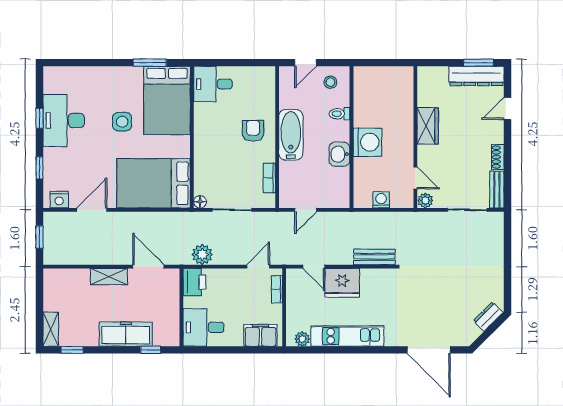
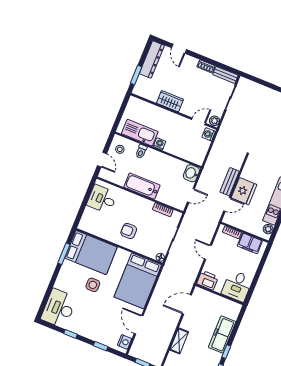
window: (478, 63) -> (136, 75), moved
desk: (213, 84) -> (102, 199), moved, turned 90
kitchen sink: (366, 101) -> (140, 133), added
desk: (64, 121) -> (59, 308), moved, turned 90
armchair: (253, 131) -> (129, 231), moved
washing machine: (367, 142) -> (160, 144), width x0.53, depth x0.53
washbasin: (339, 154) -> (191, 173), moved, turned 90
washing machine: (381, 200) -> (209, 134), moved
door: (306, 210) -> (191, 195), hinge flipped
plant: (202, 255) -> (193, 269), removed
bench: (374, 257) -> (230, 182), moved
door: (258, 267) -> (208, 252), moved
shelving: (109, 277) -> (179, 341), moved
filing cabinet: (260, 335) -> (250, 243), moved, turned -90
window: (151, 350) -> (226, 352), moved

